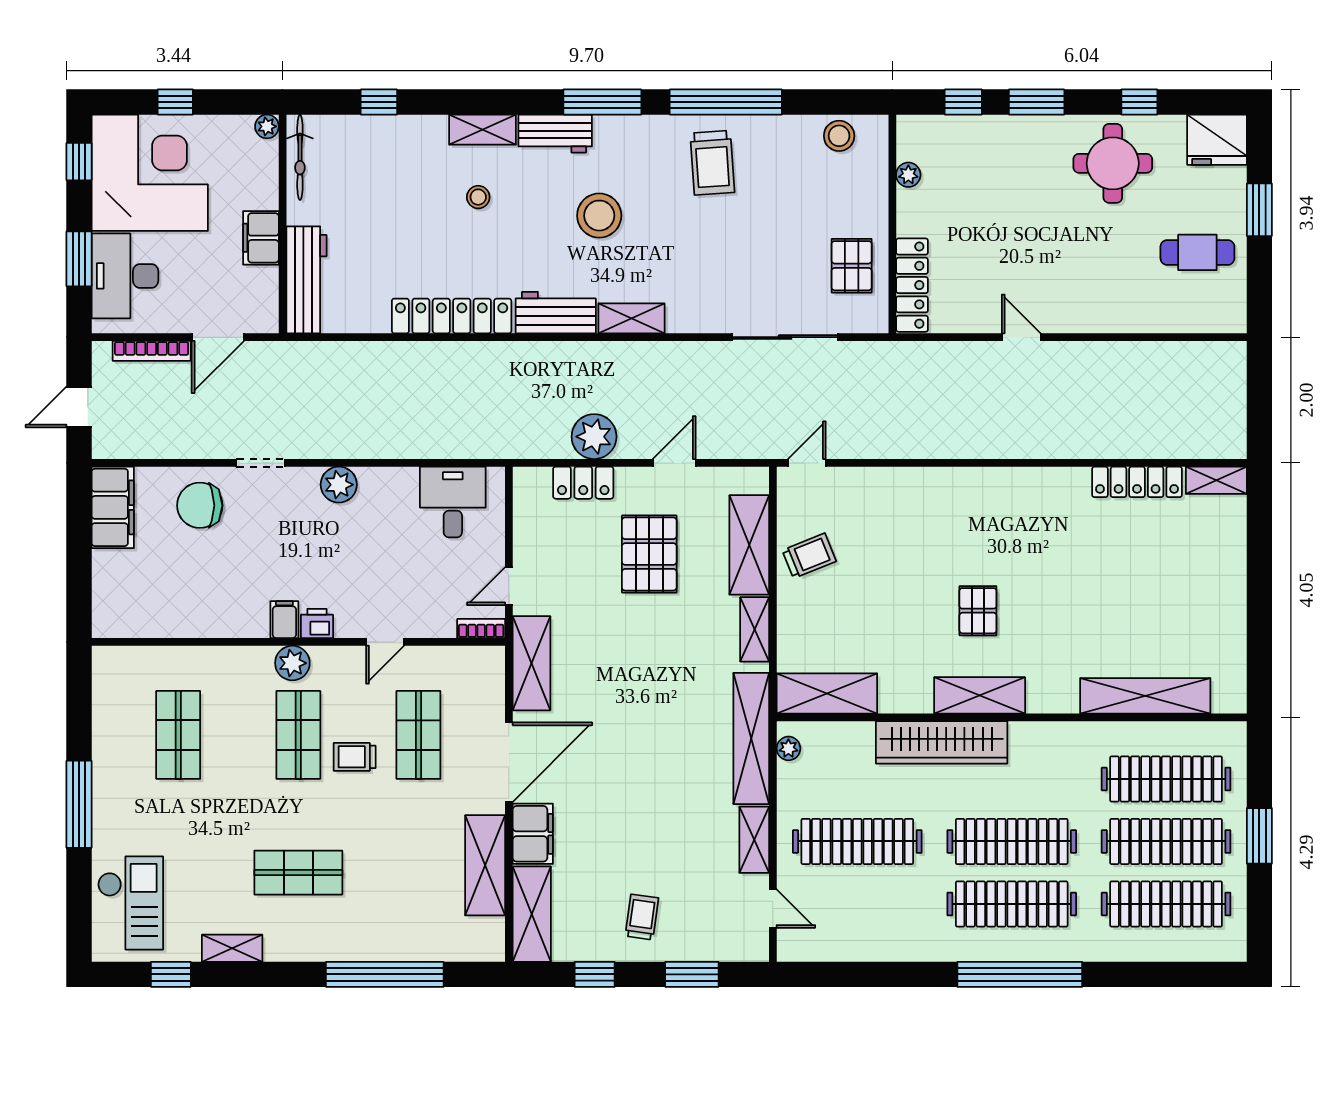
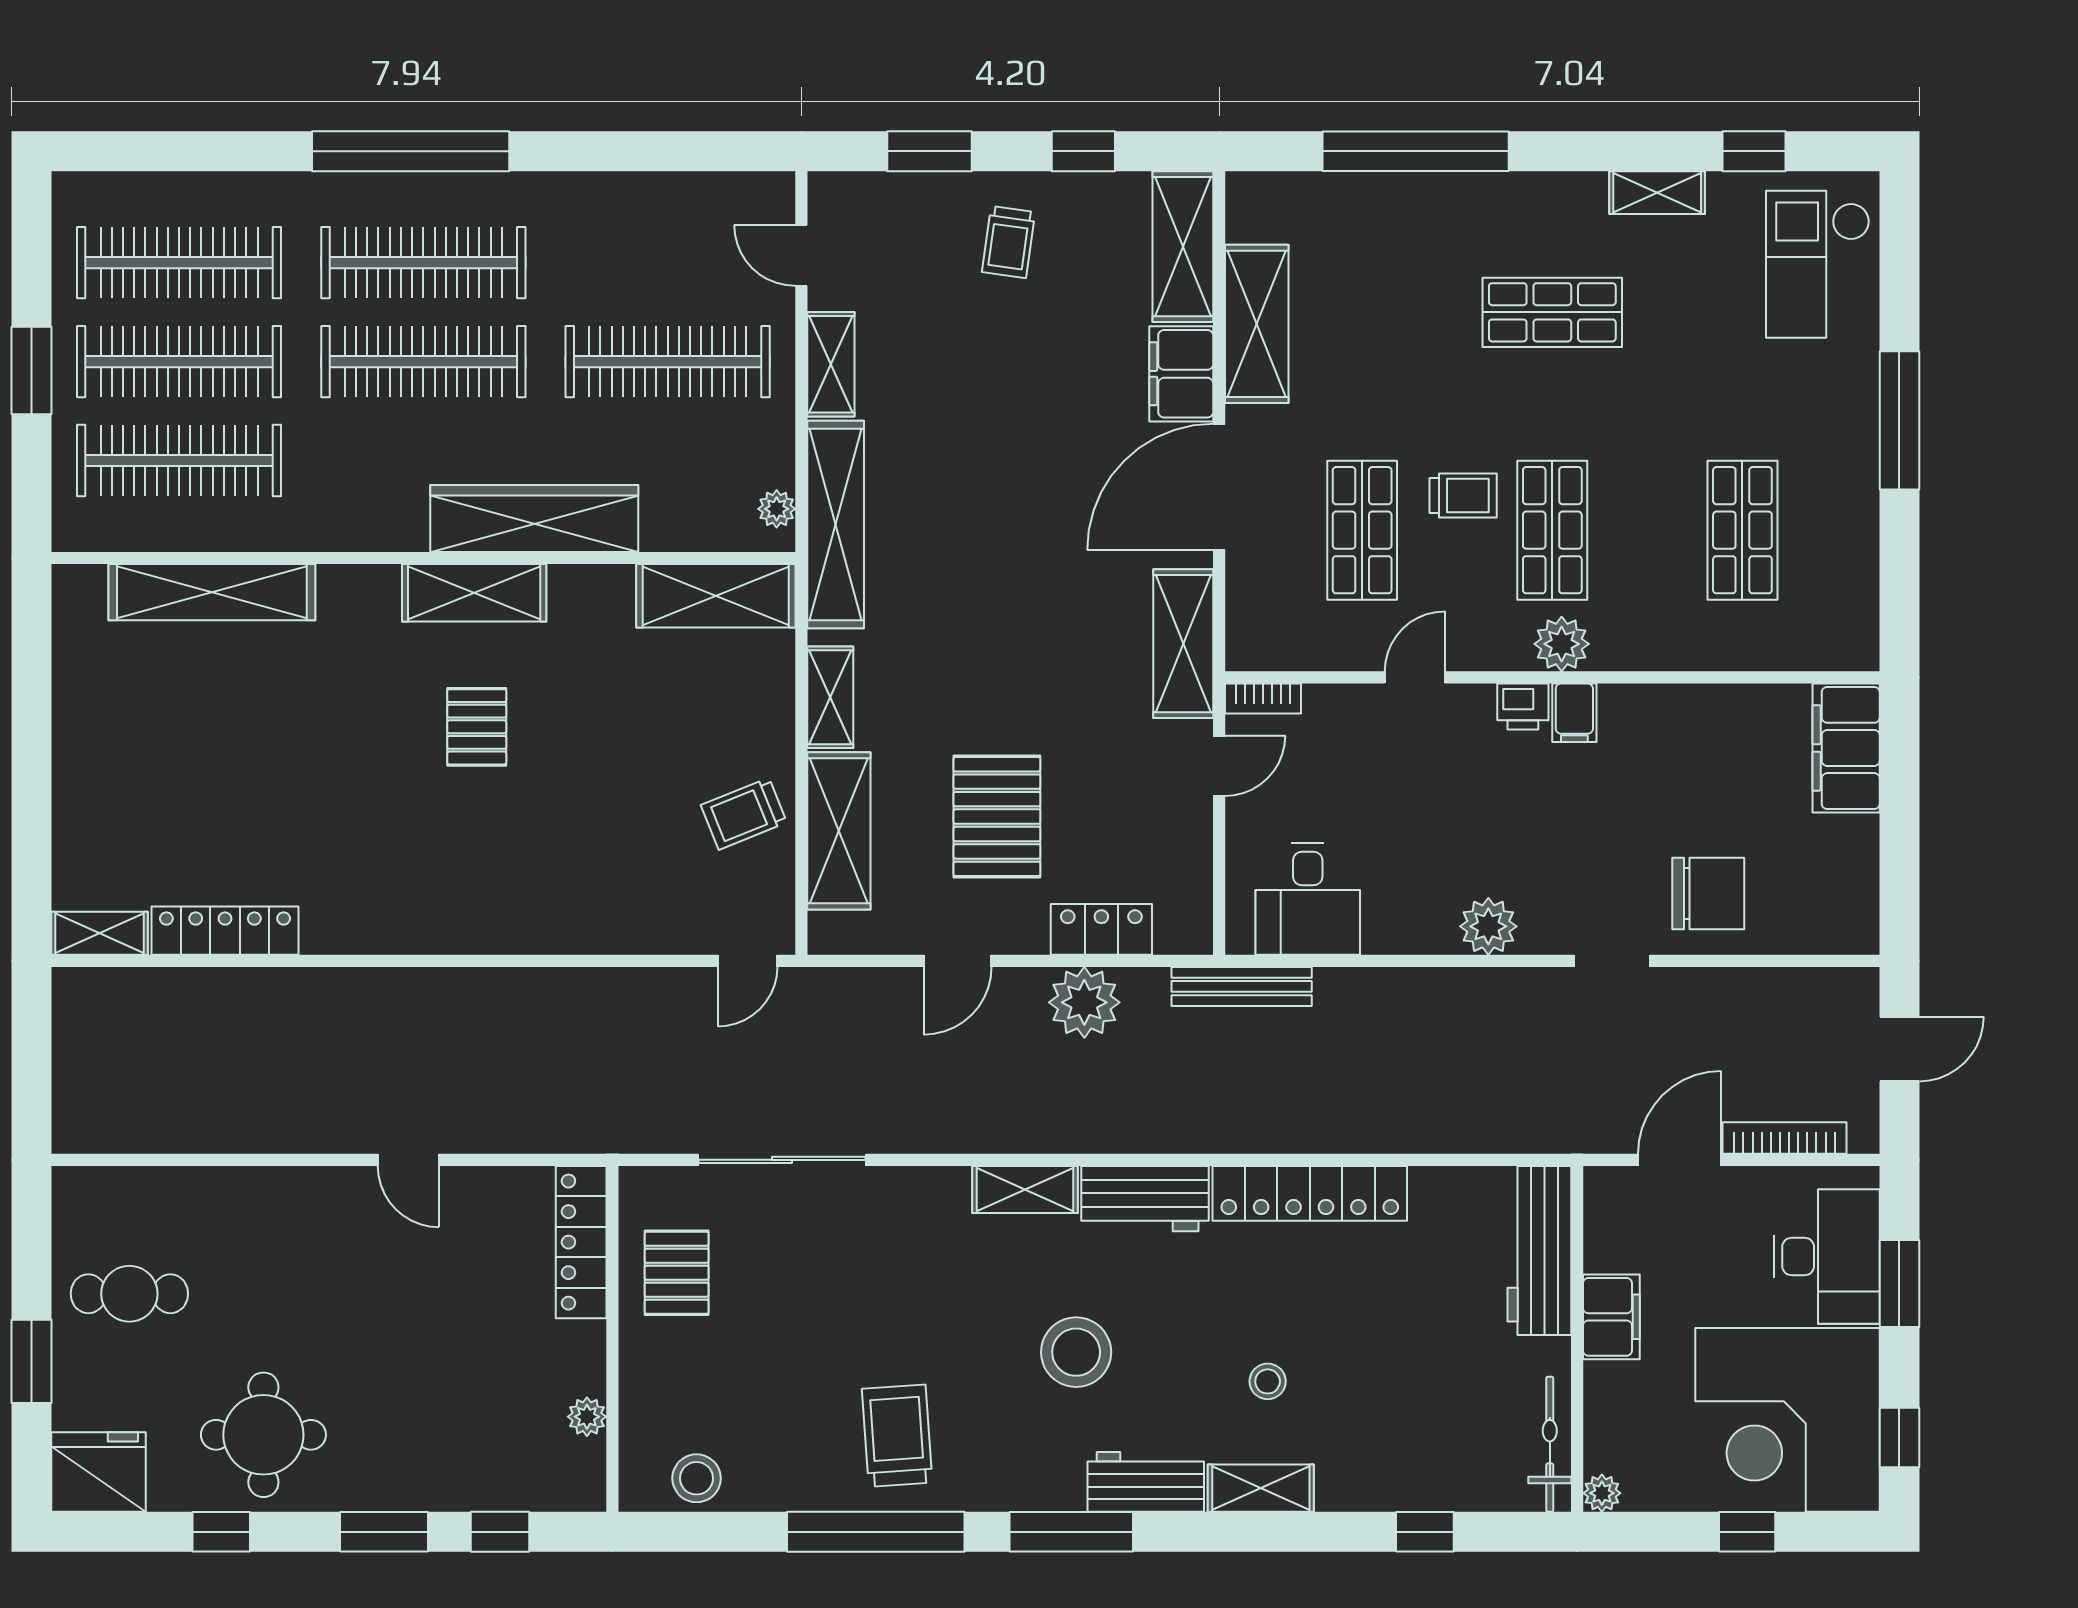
bench: (495, 447) -> (1242, 986), added
filing cabinet: (113, 507) -> (1846, 748), moved

